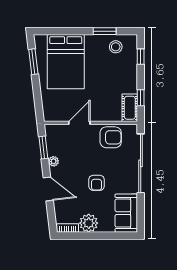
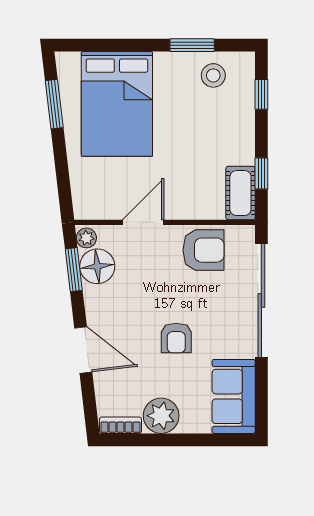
floor lamp: (56, 146) -> (97, 266), added
plant: (54, 161) -> (86, 238), moved

